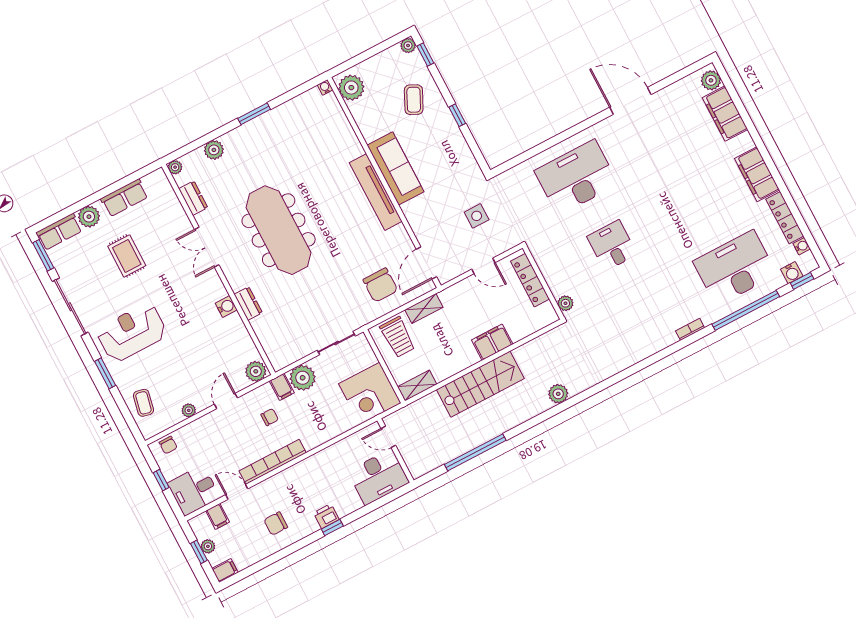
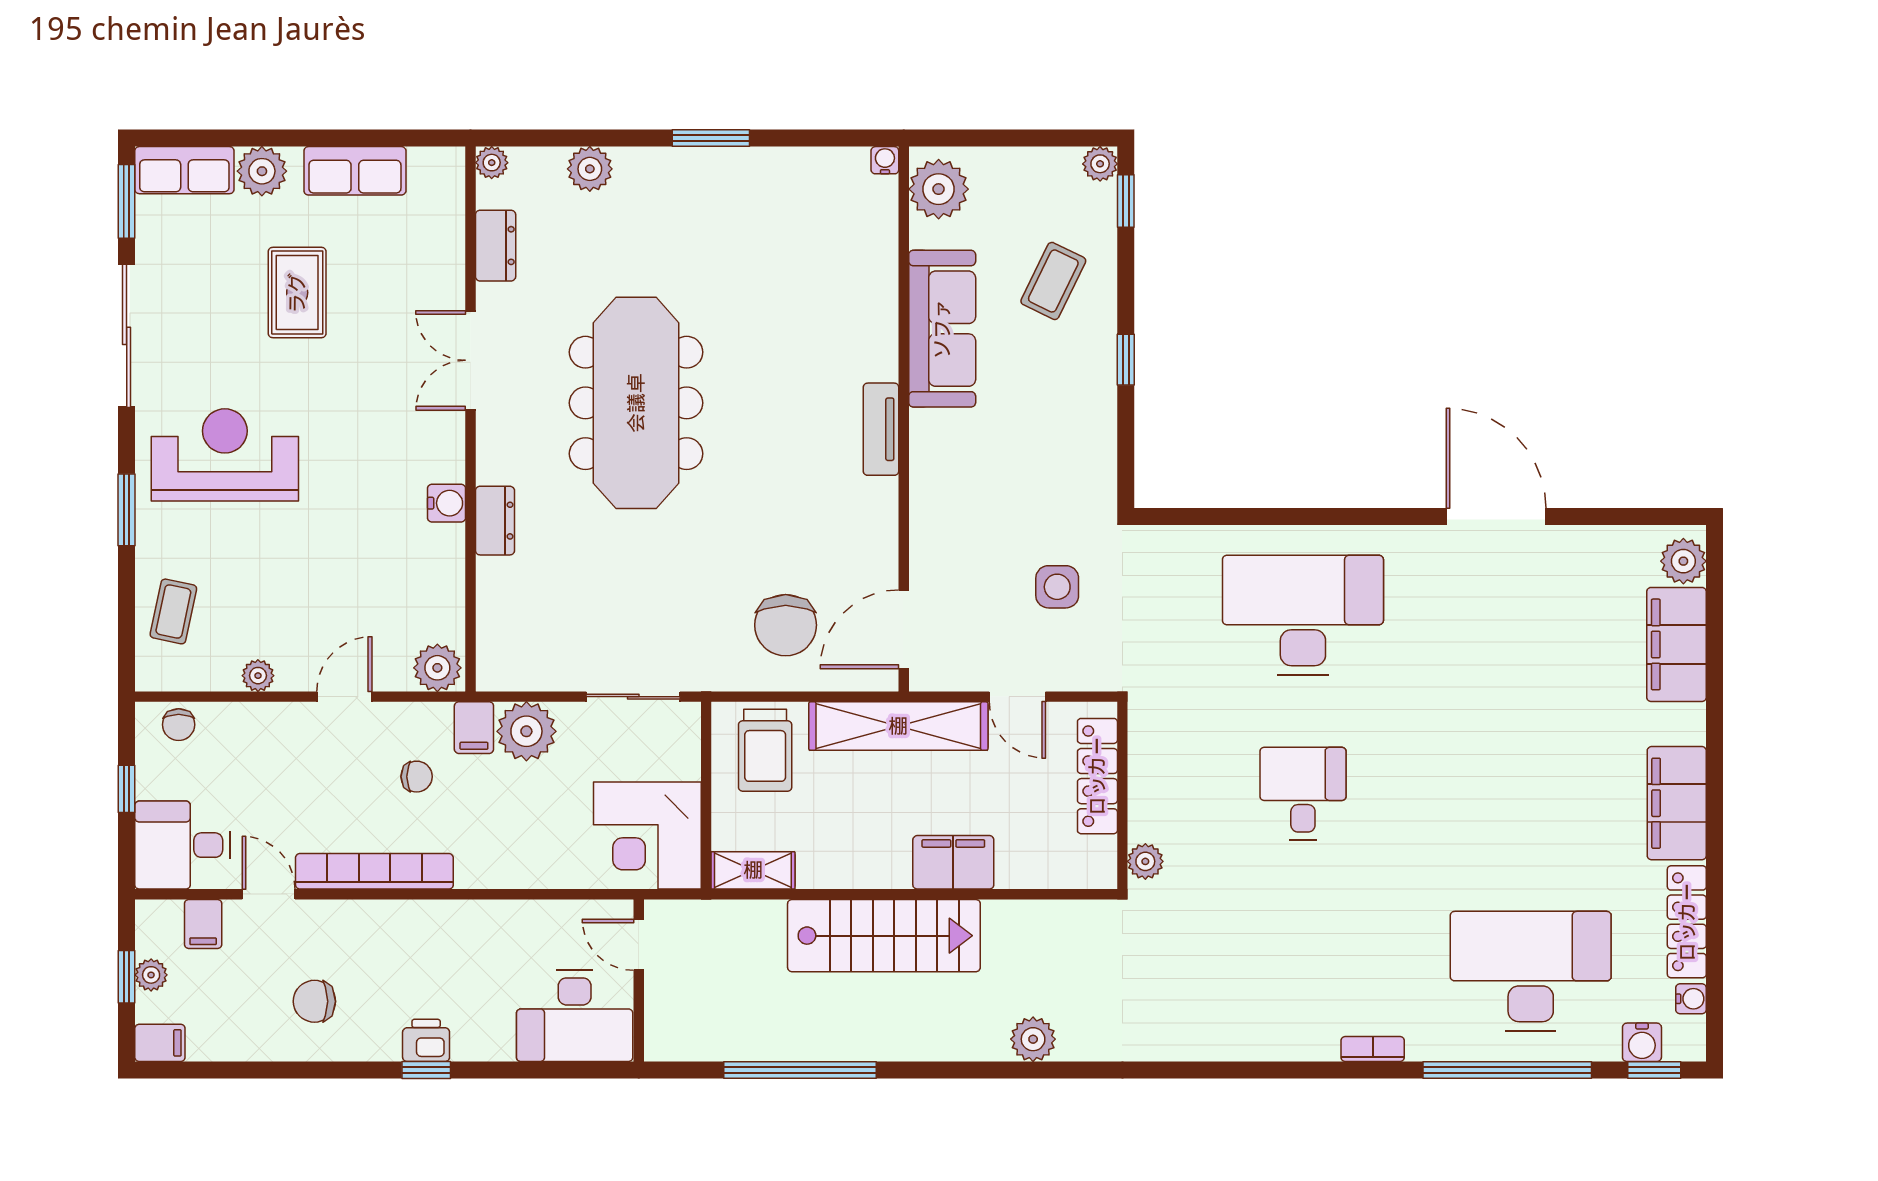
sofa: (396, 168) -> (942, 329), moved
tv unit: (376, 192) -> (881, 429), width x0.52, depth x0.78
shelving: (424, 309) -> (898, 726), width x2.20, depth x1.33

